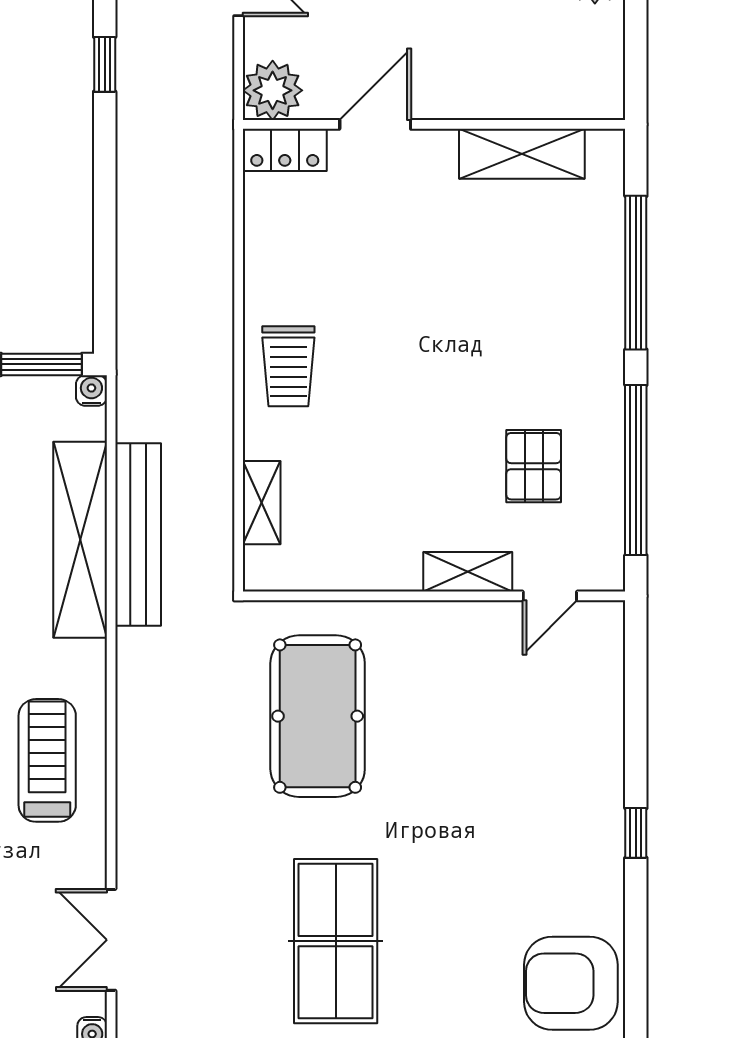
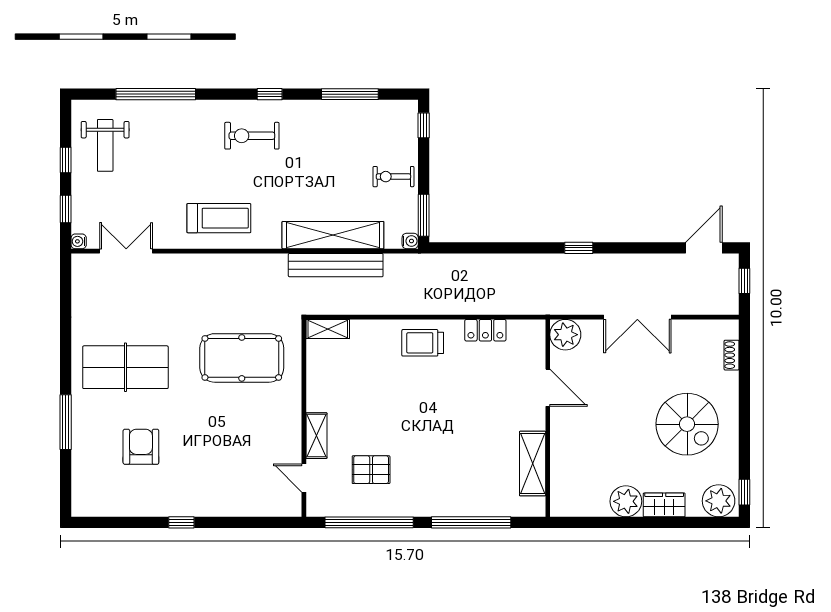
locker: (285, 150) -> (485, 330), moved, turned -90
shelving: (262, 503) -> (328, 329), moved
armchair: (571, 983) -> (141, 447), moved, width x0.73, depth x0.73

